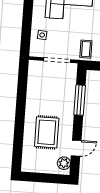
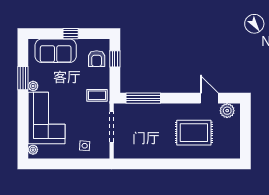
window: (80, 100) -> (143, 98), moved

